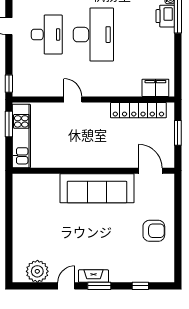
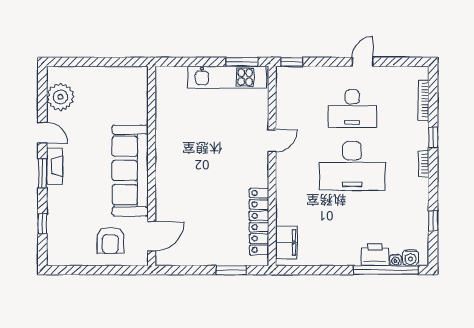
wall: (93, 171) -> (152, 166), moved
door: (150, 171) -> (152, 236), moved
sofa: (97, 188) -> (130, 170), moved

